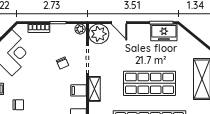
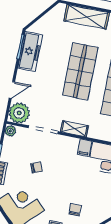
freezer: (164, 32) -> (30, 51), width x1.40
chair: (63, 63) -> (37, 167), moved
filing cabinet: (79, 90) -> (85, 148), moved

